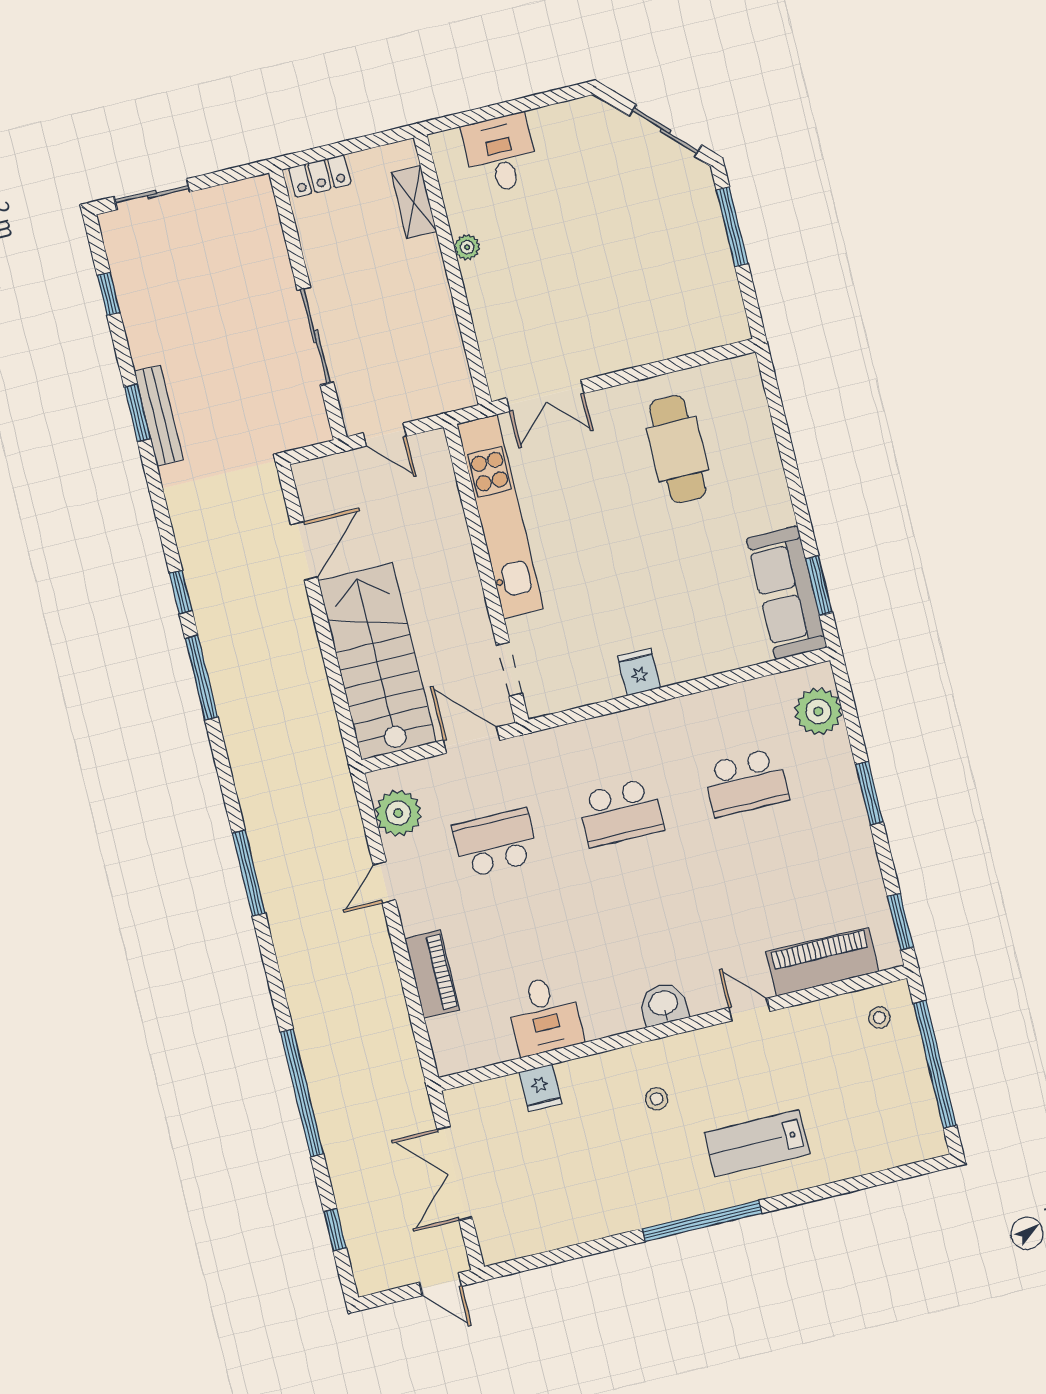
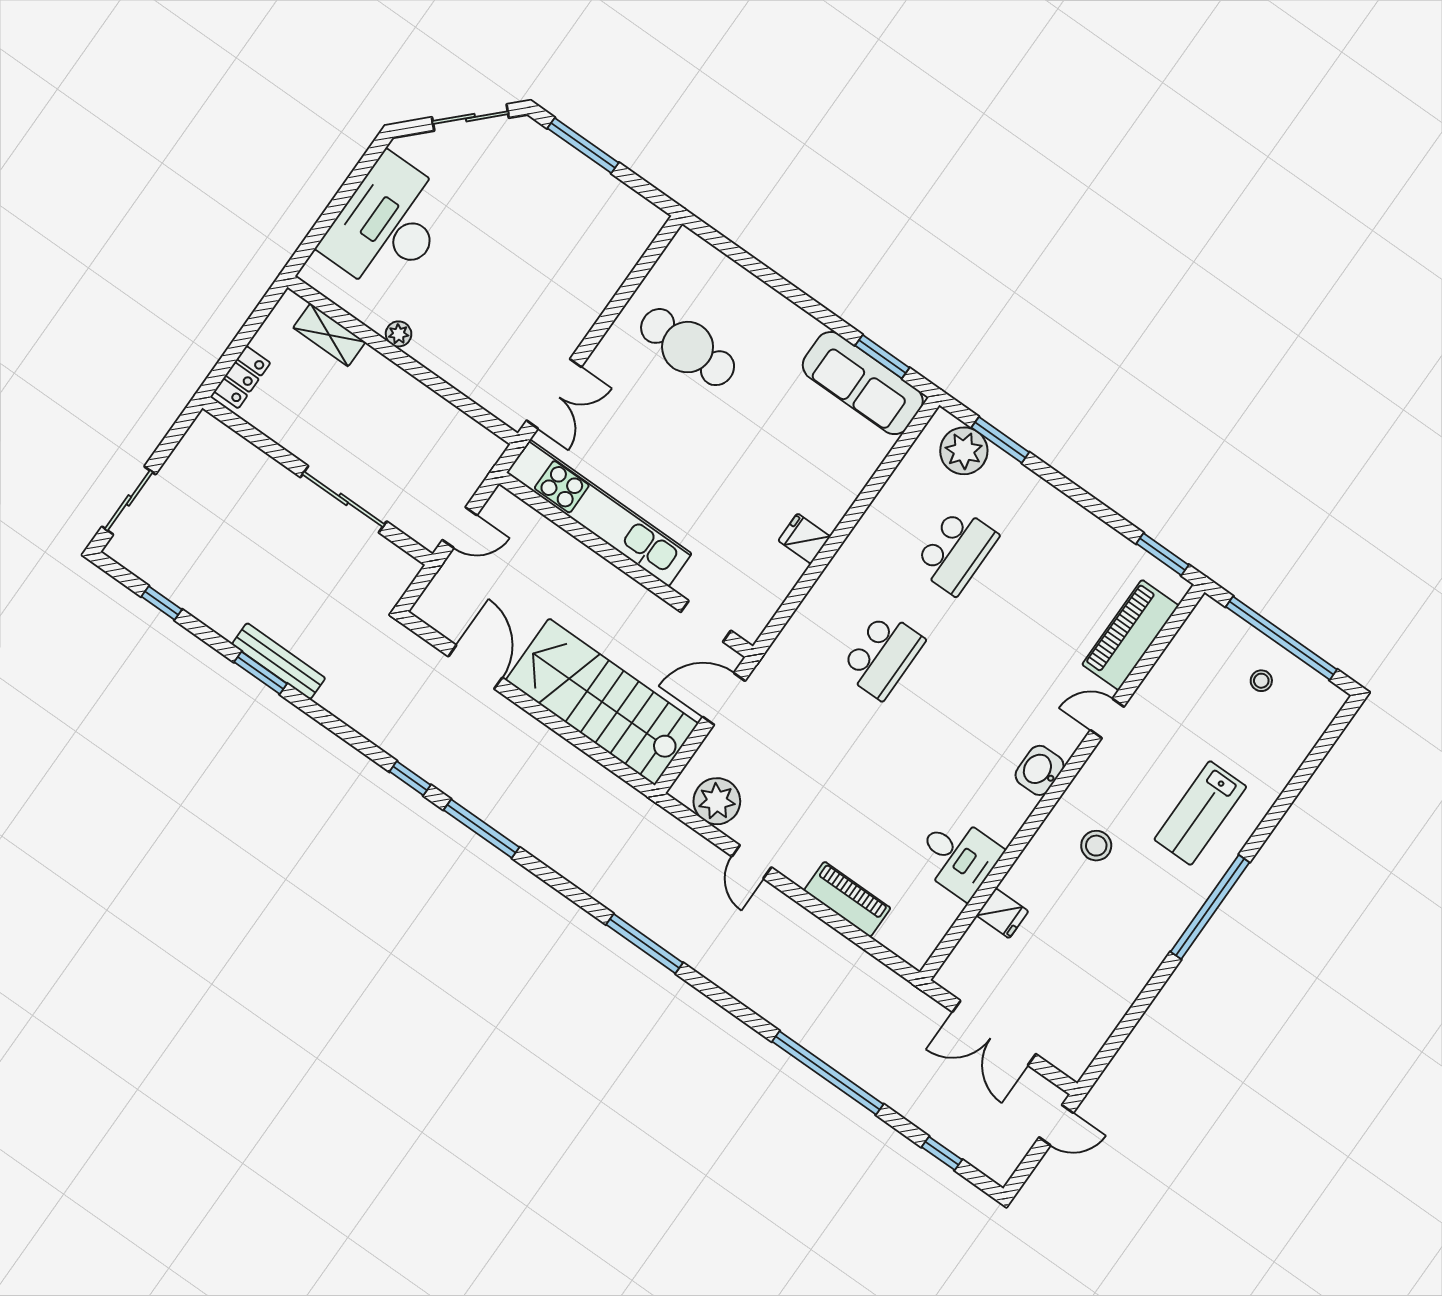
desk: (500, 154) -> (388, 225), width x1.87, depth x1.30
window: (869, 793) -> (1000, 440), moved
school desk: (495, 843) -> (809, 760), removed
stool: (879, 1018) -> (1261, 681), moved
stool: (657, 1099) -> (1096, 846), width x1.37, depth x1.37

